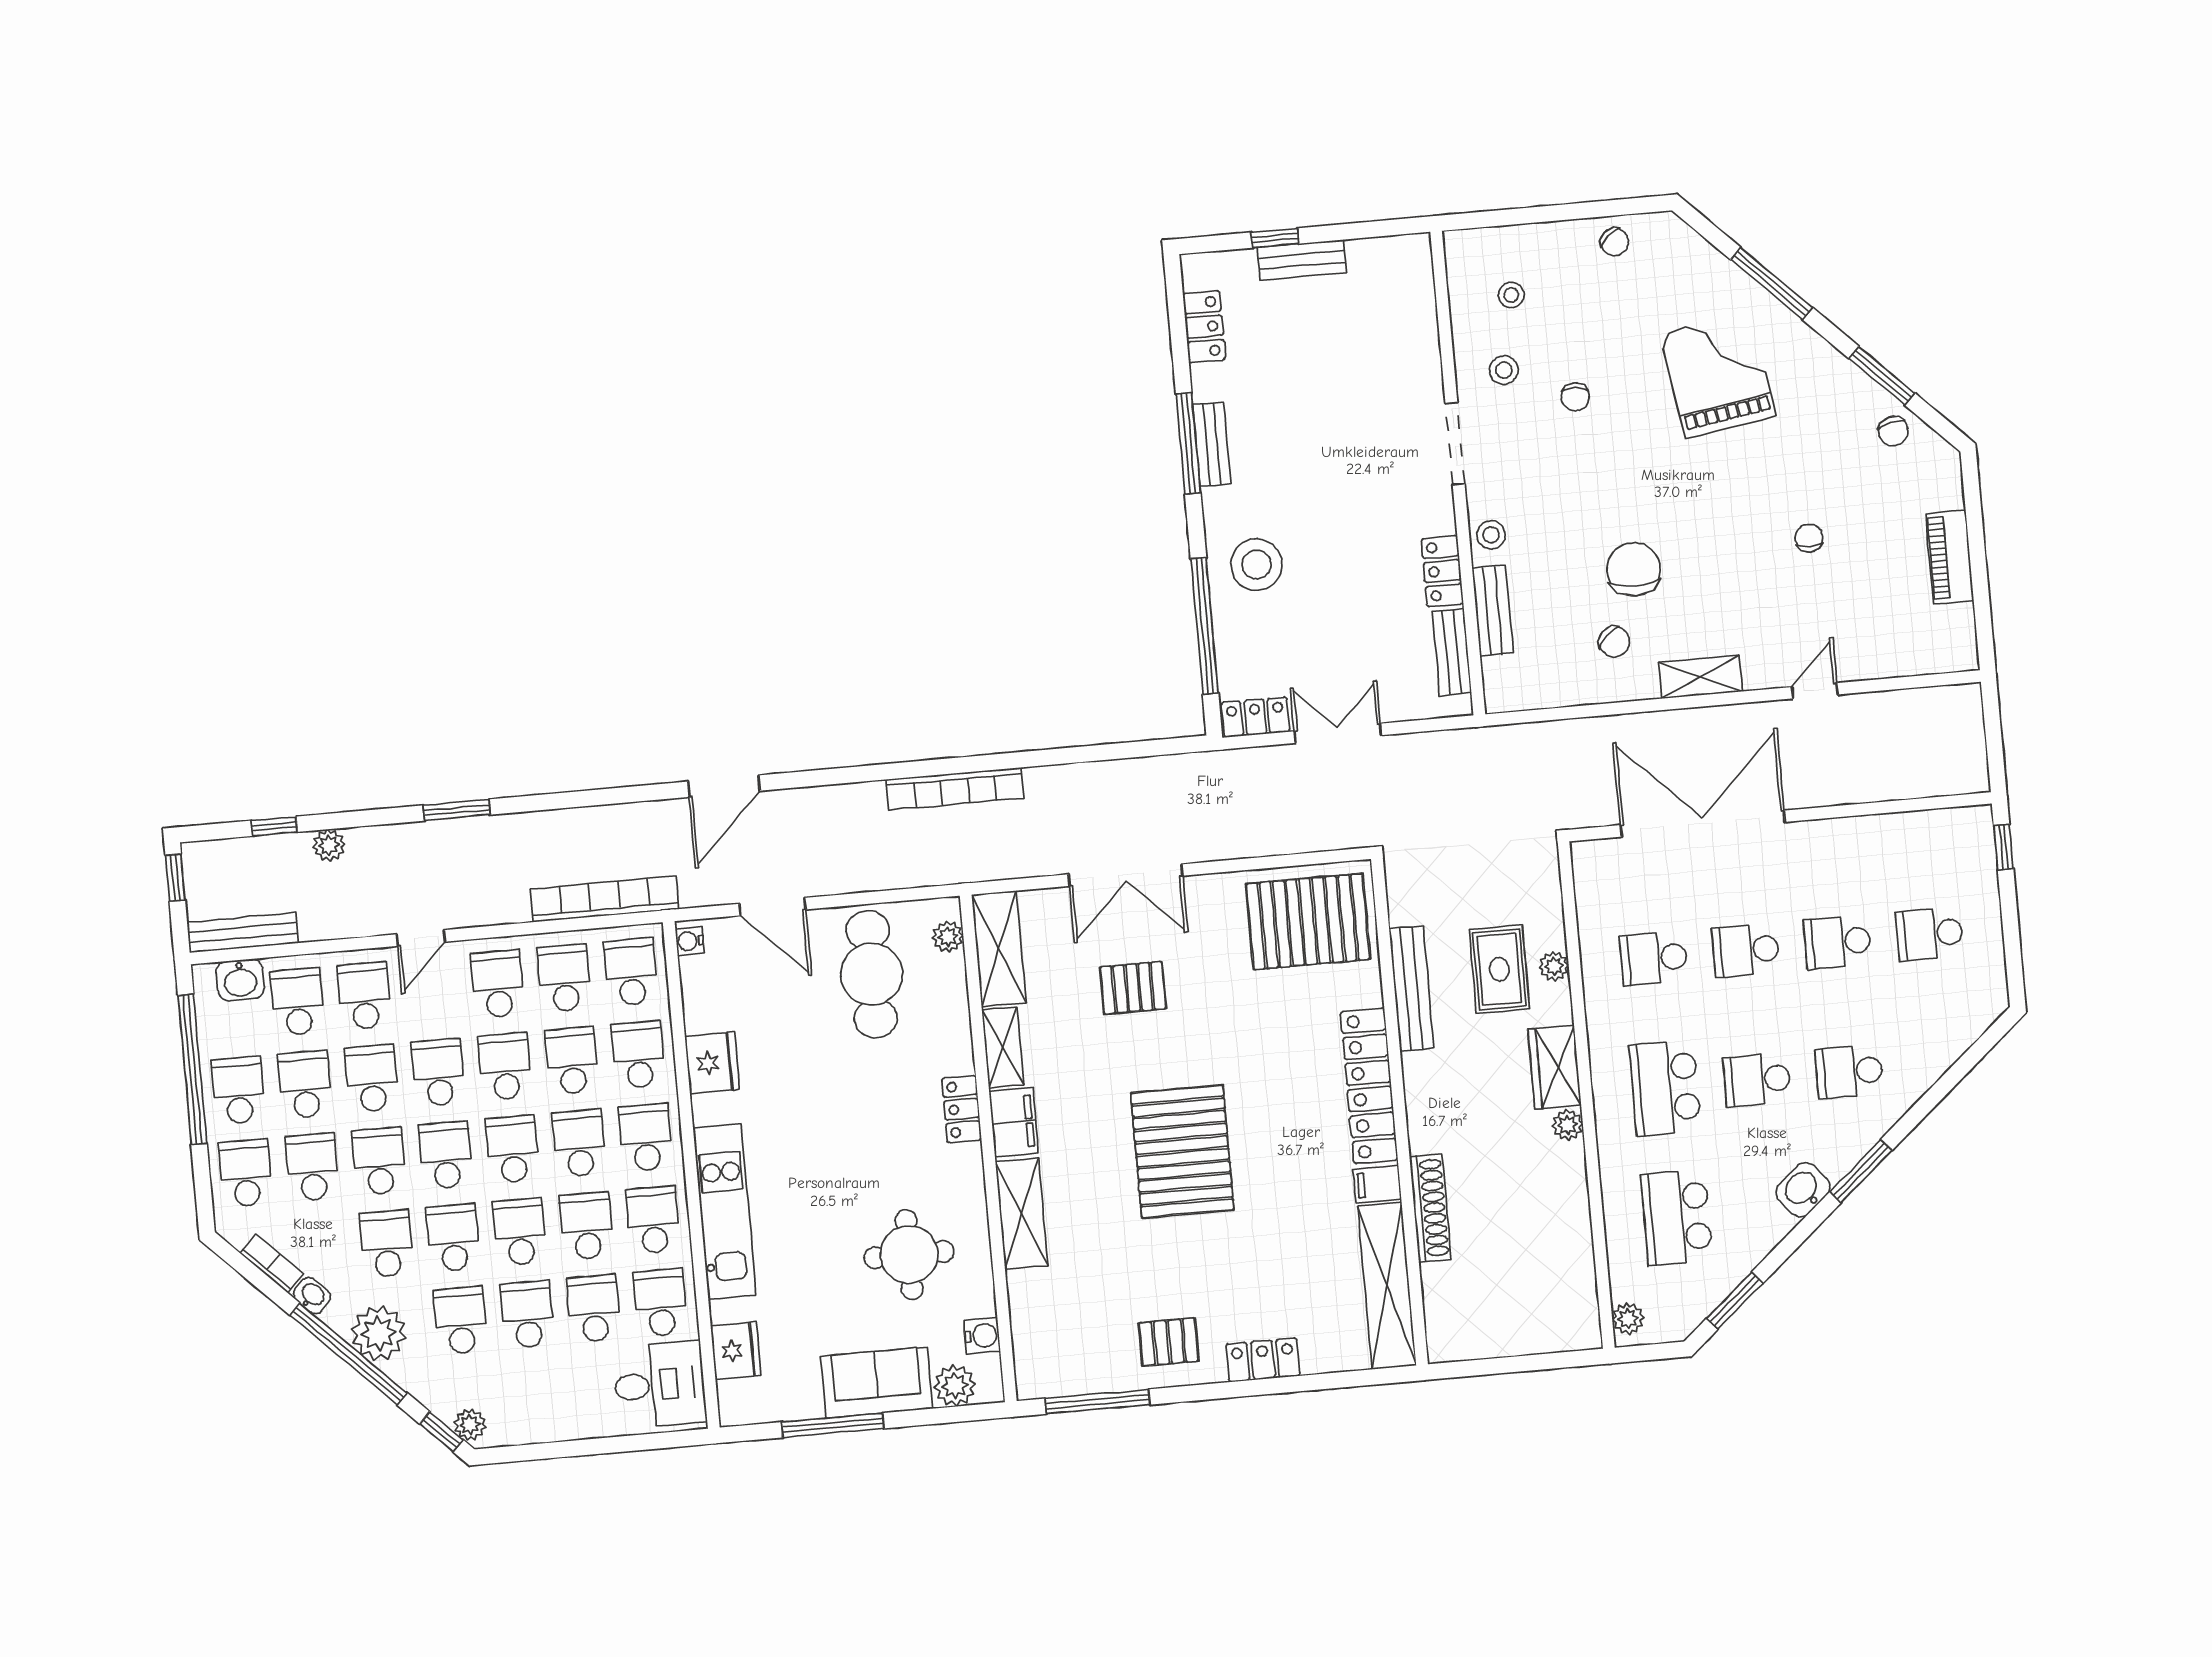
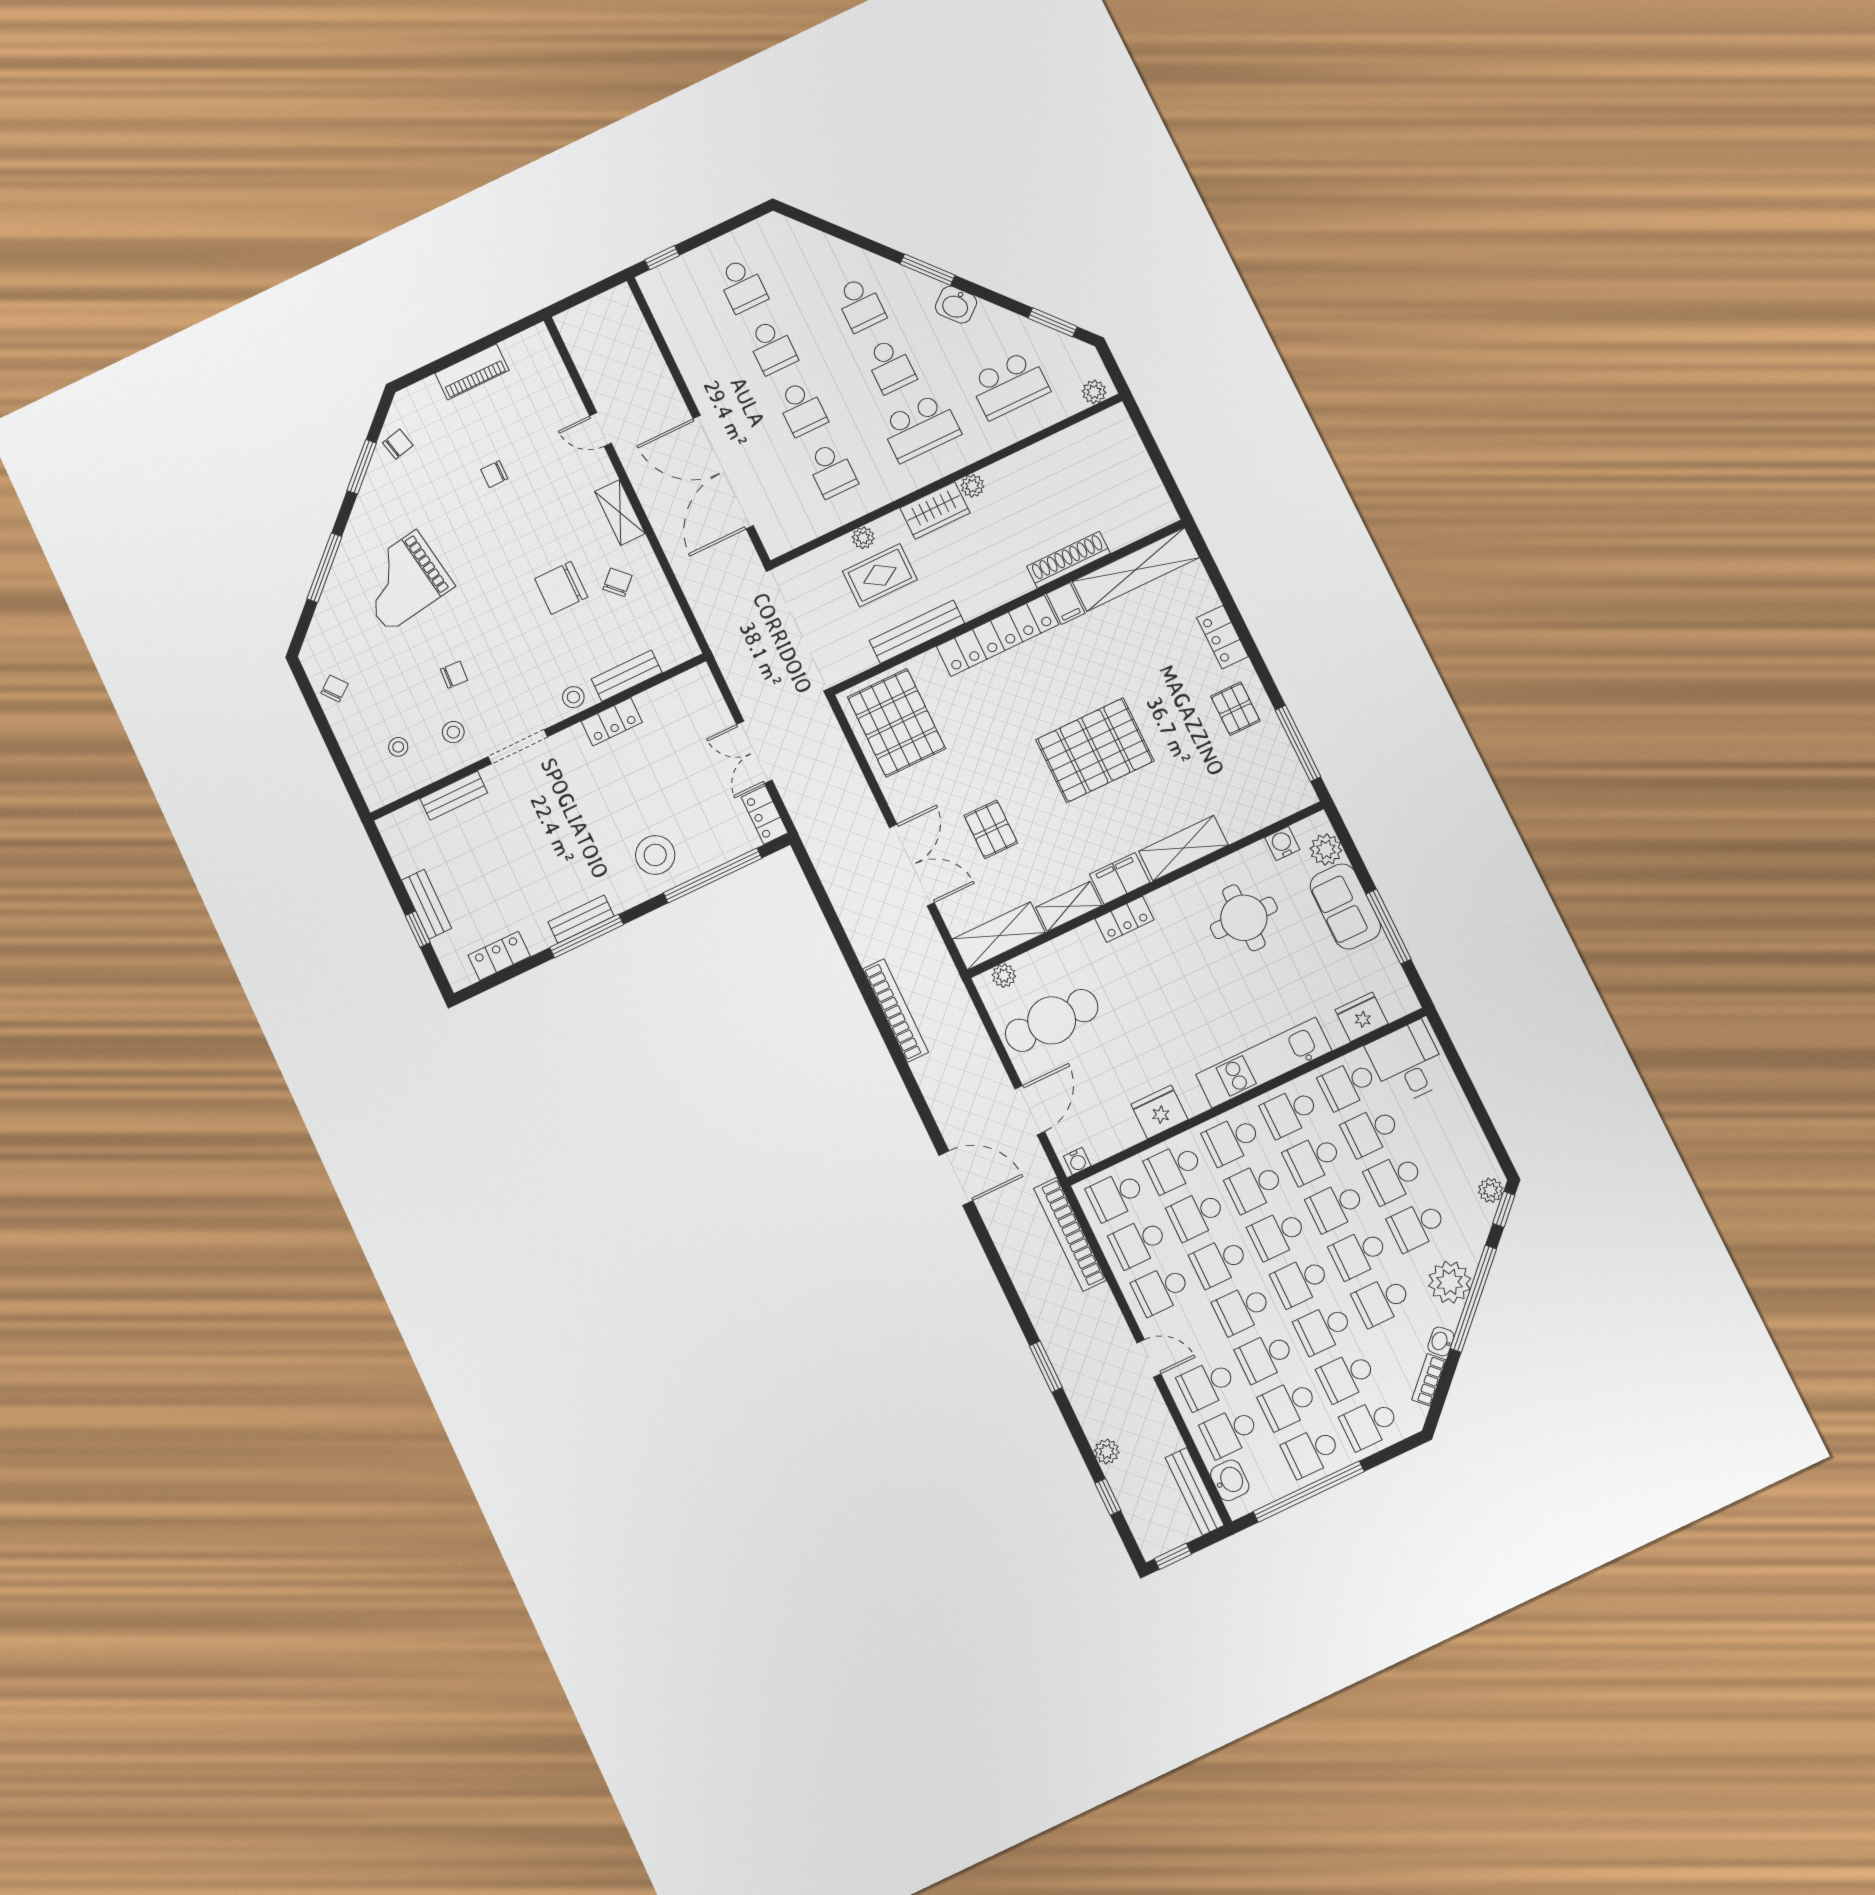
bench: (1452, 652) -> (454, 796), moved

